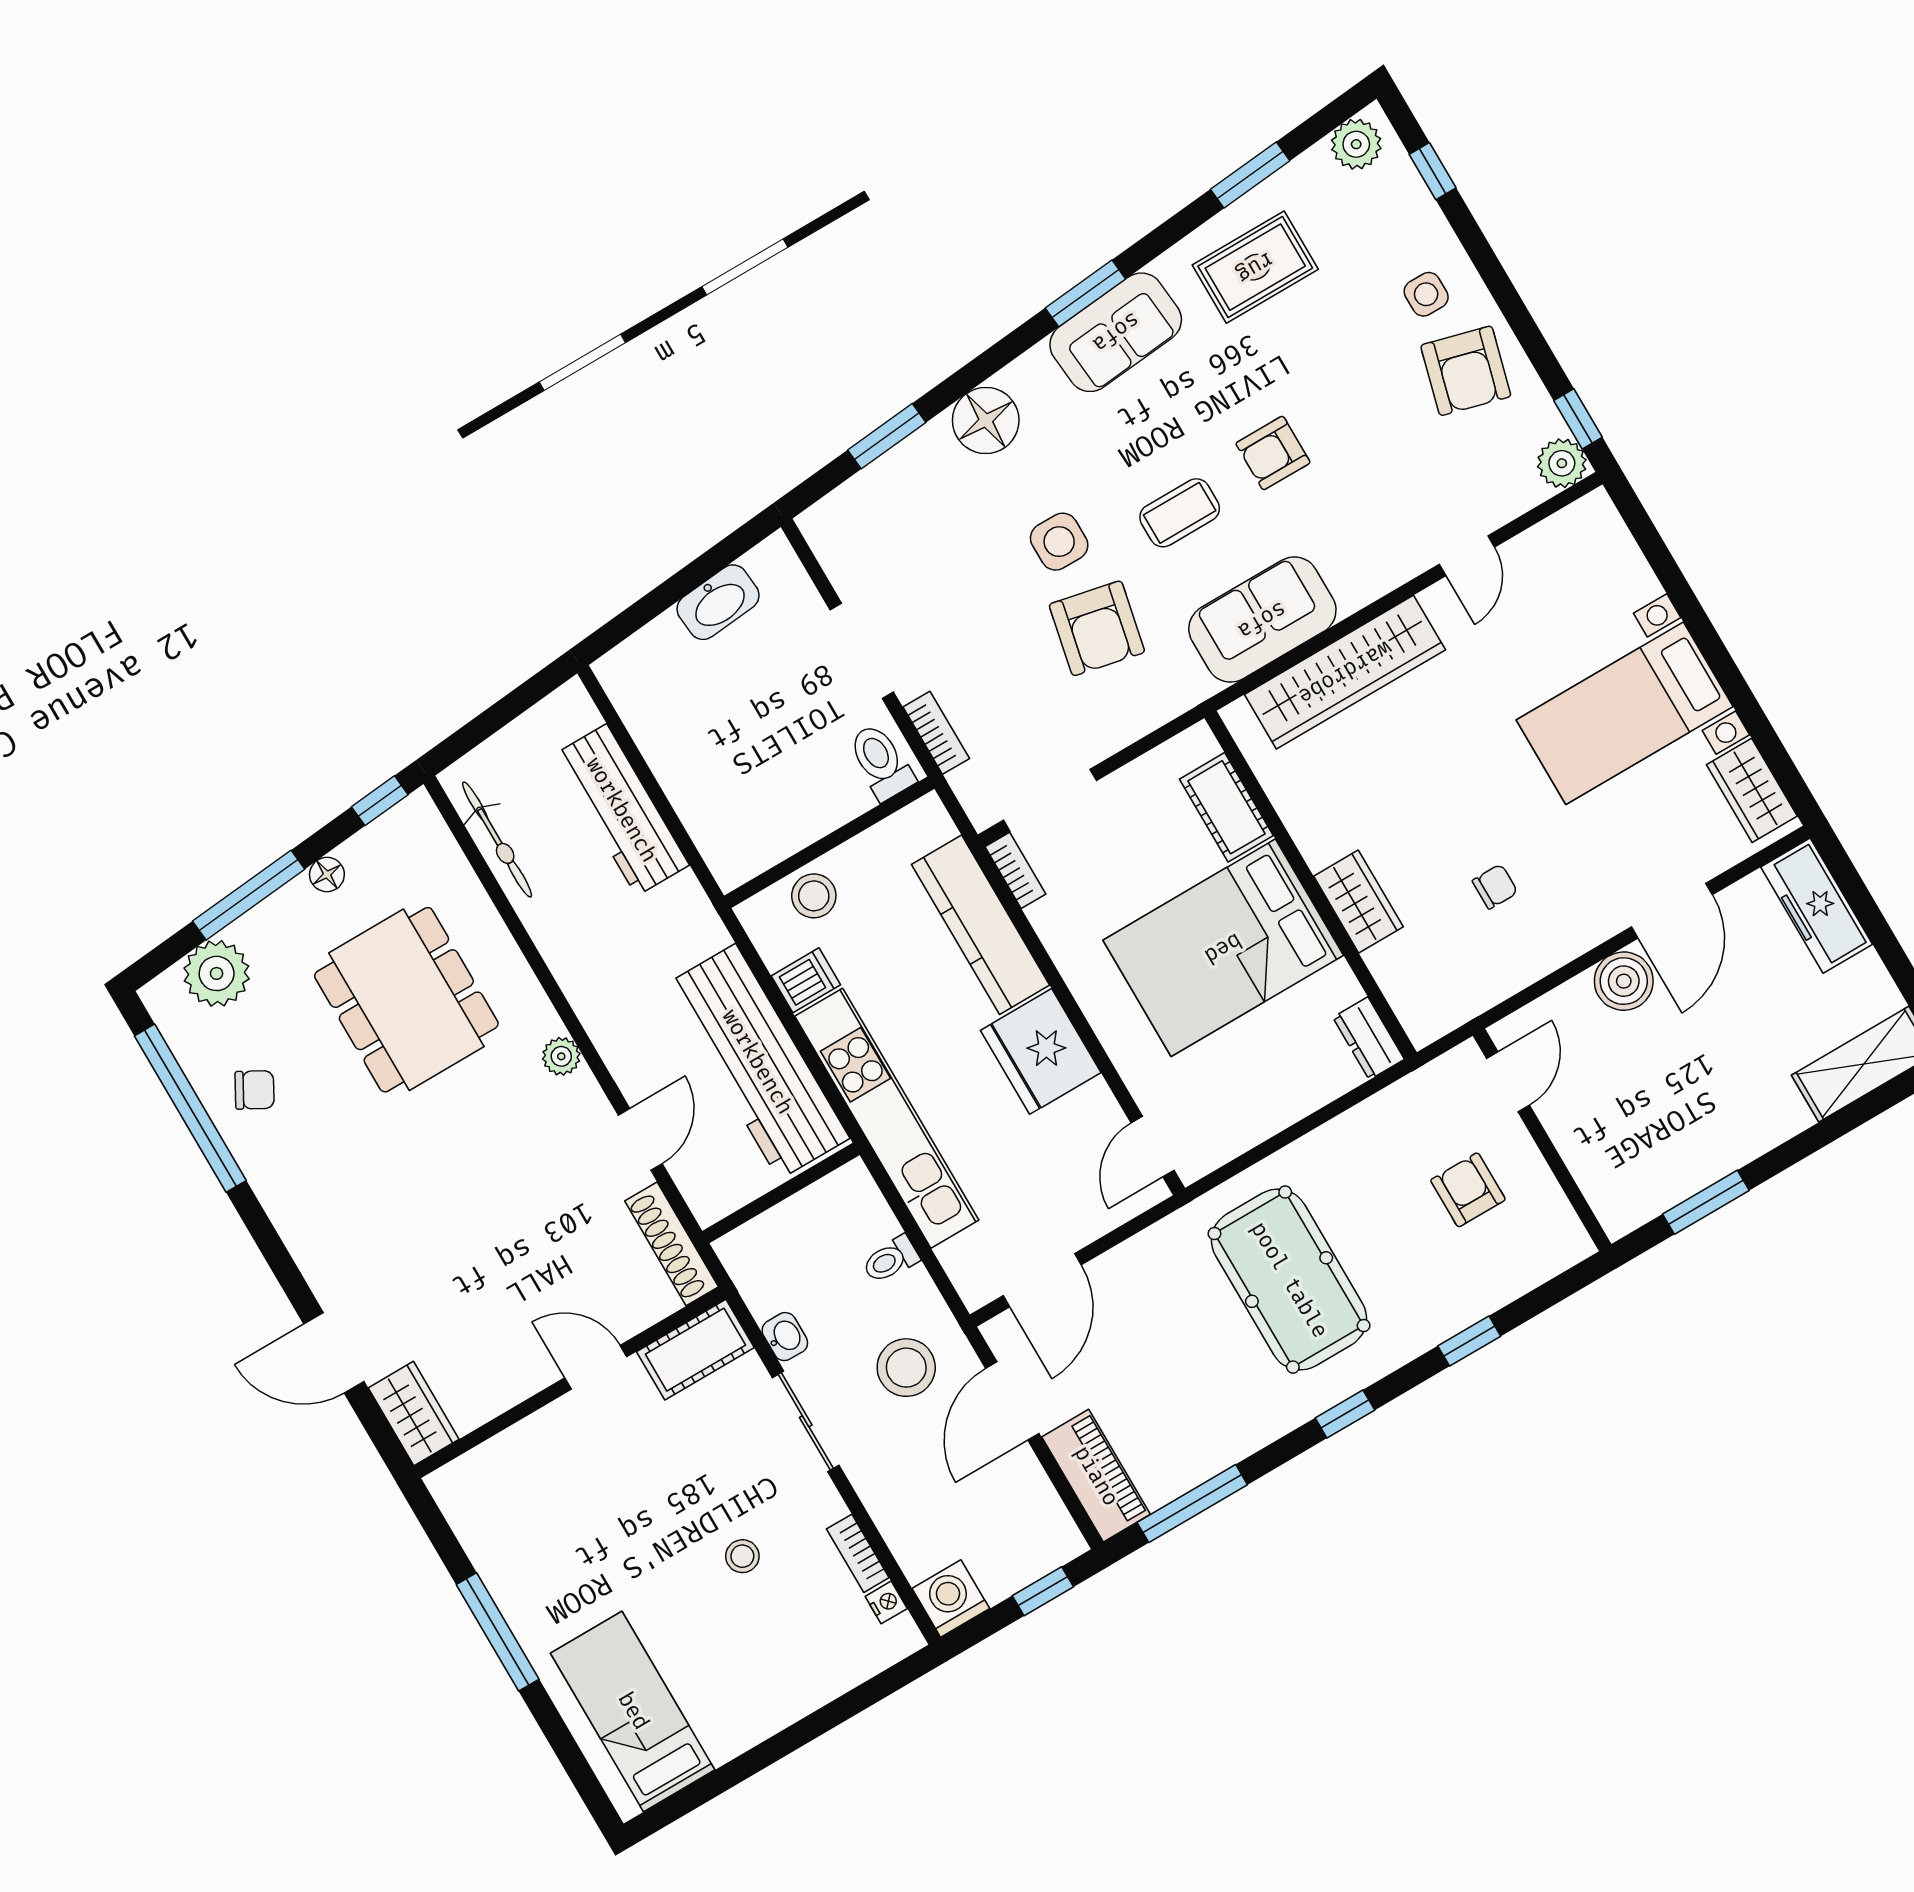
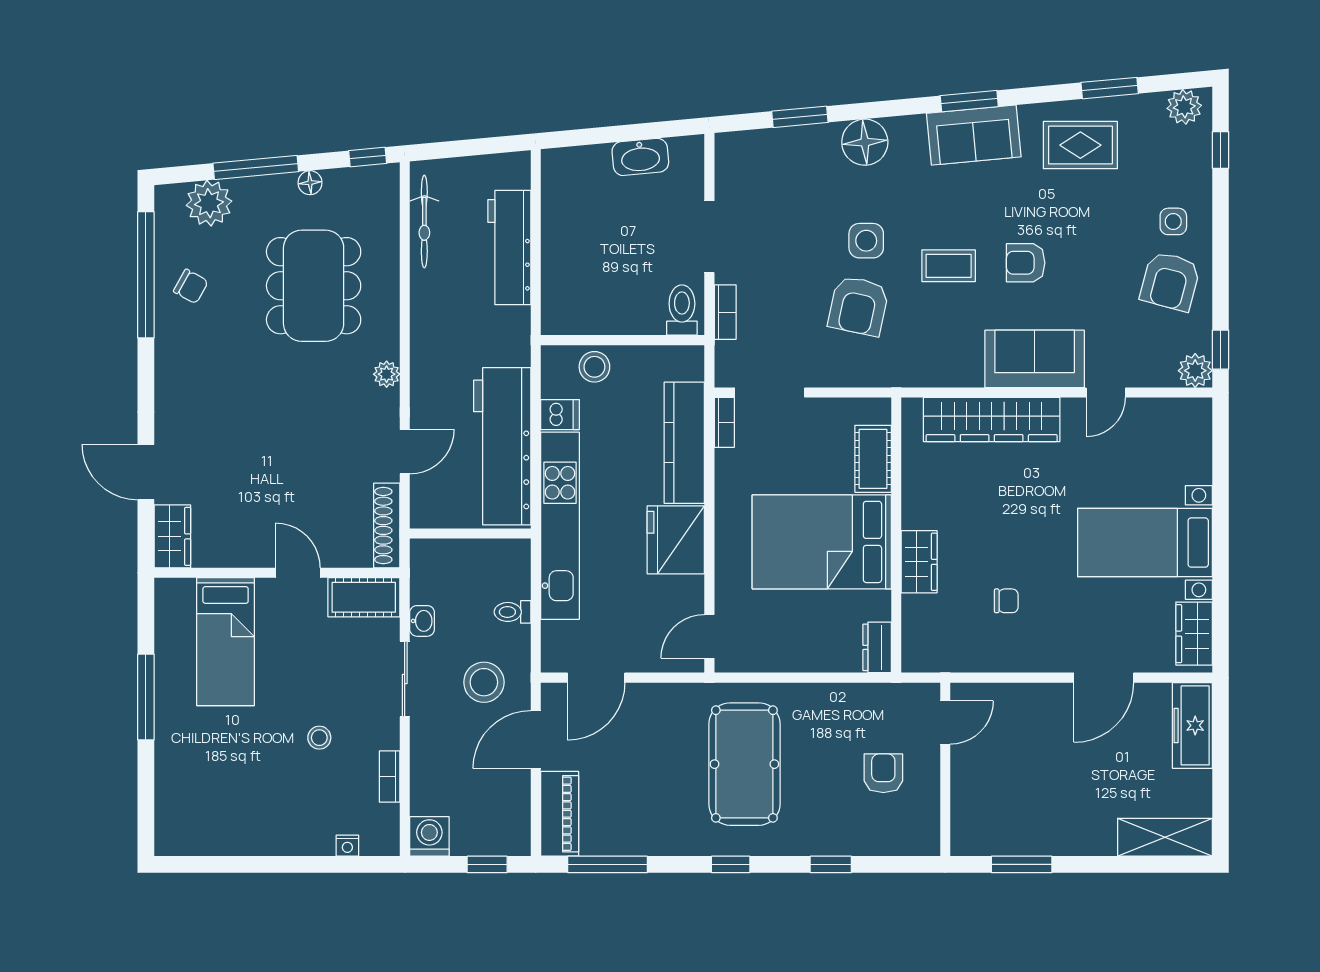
sofa: (1262, 620) -> (1035, 359), moved
boiler: (1624, 981) -> (1050, 703), removed
nightstand: (886, 1602) -> (347, 846), moved, turned 90
bed: (633, 1711) -> (226, 642), moved, turned 180

